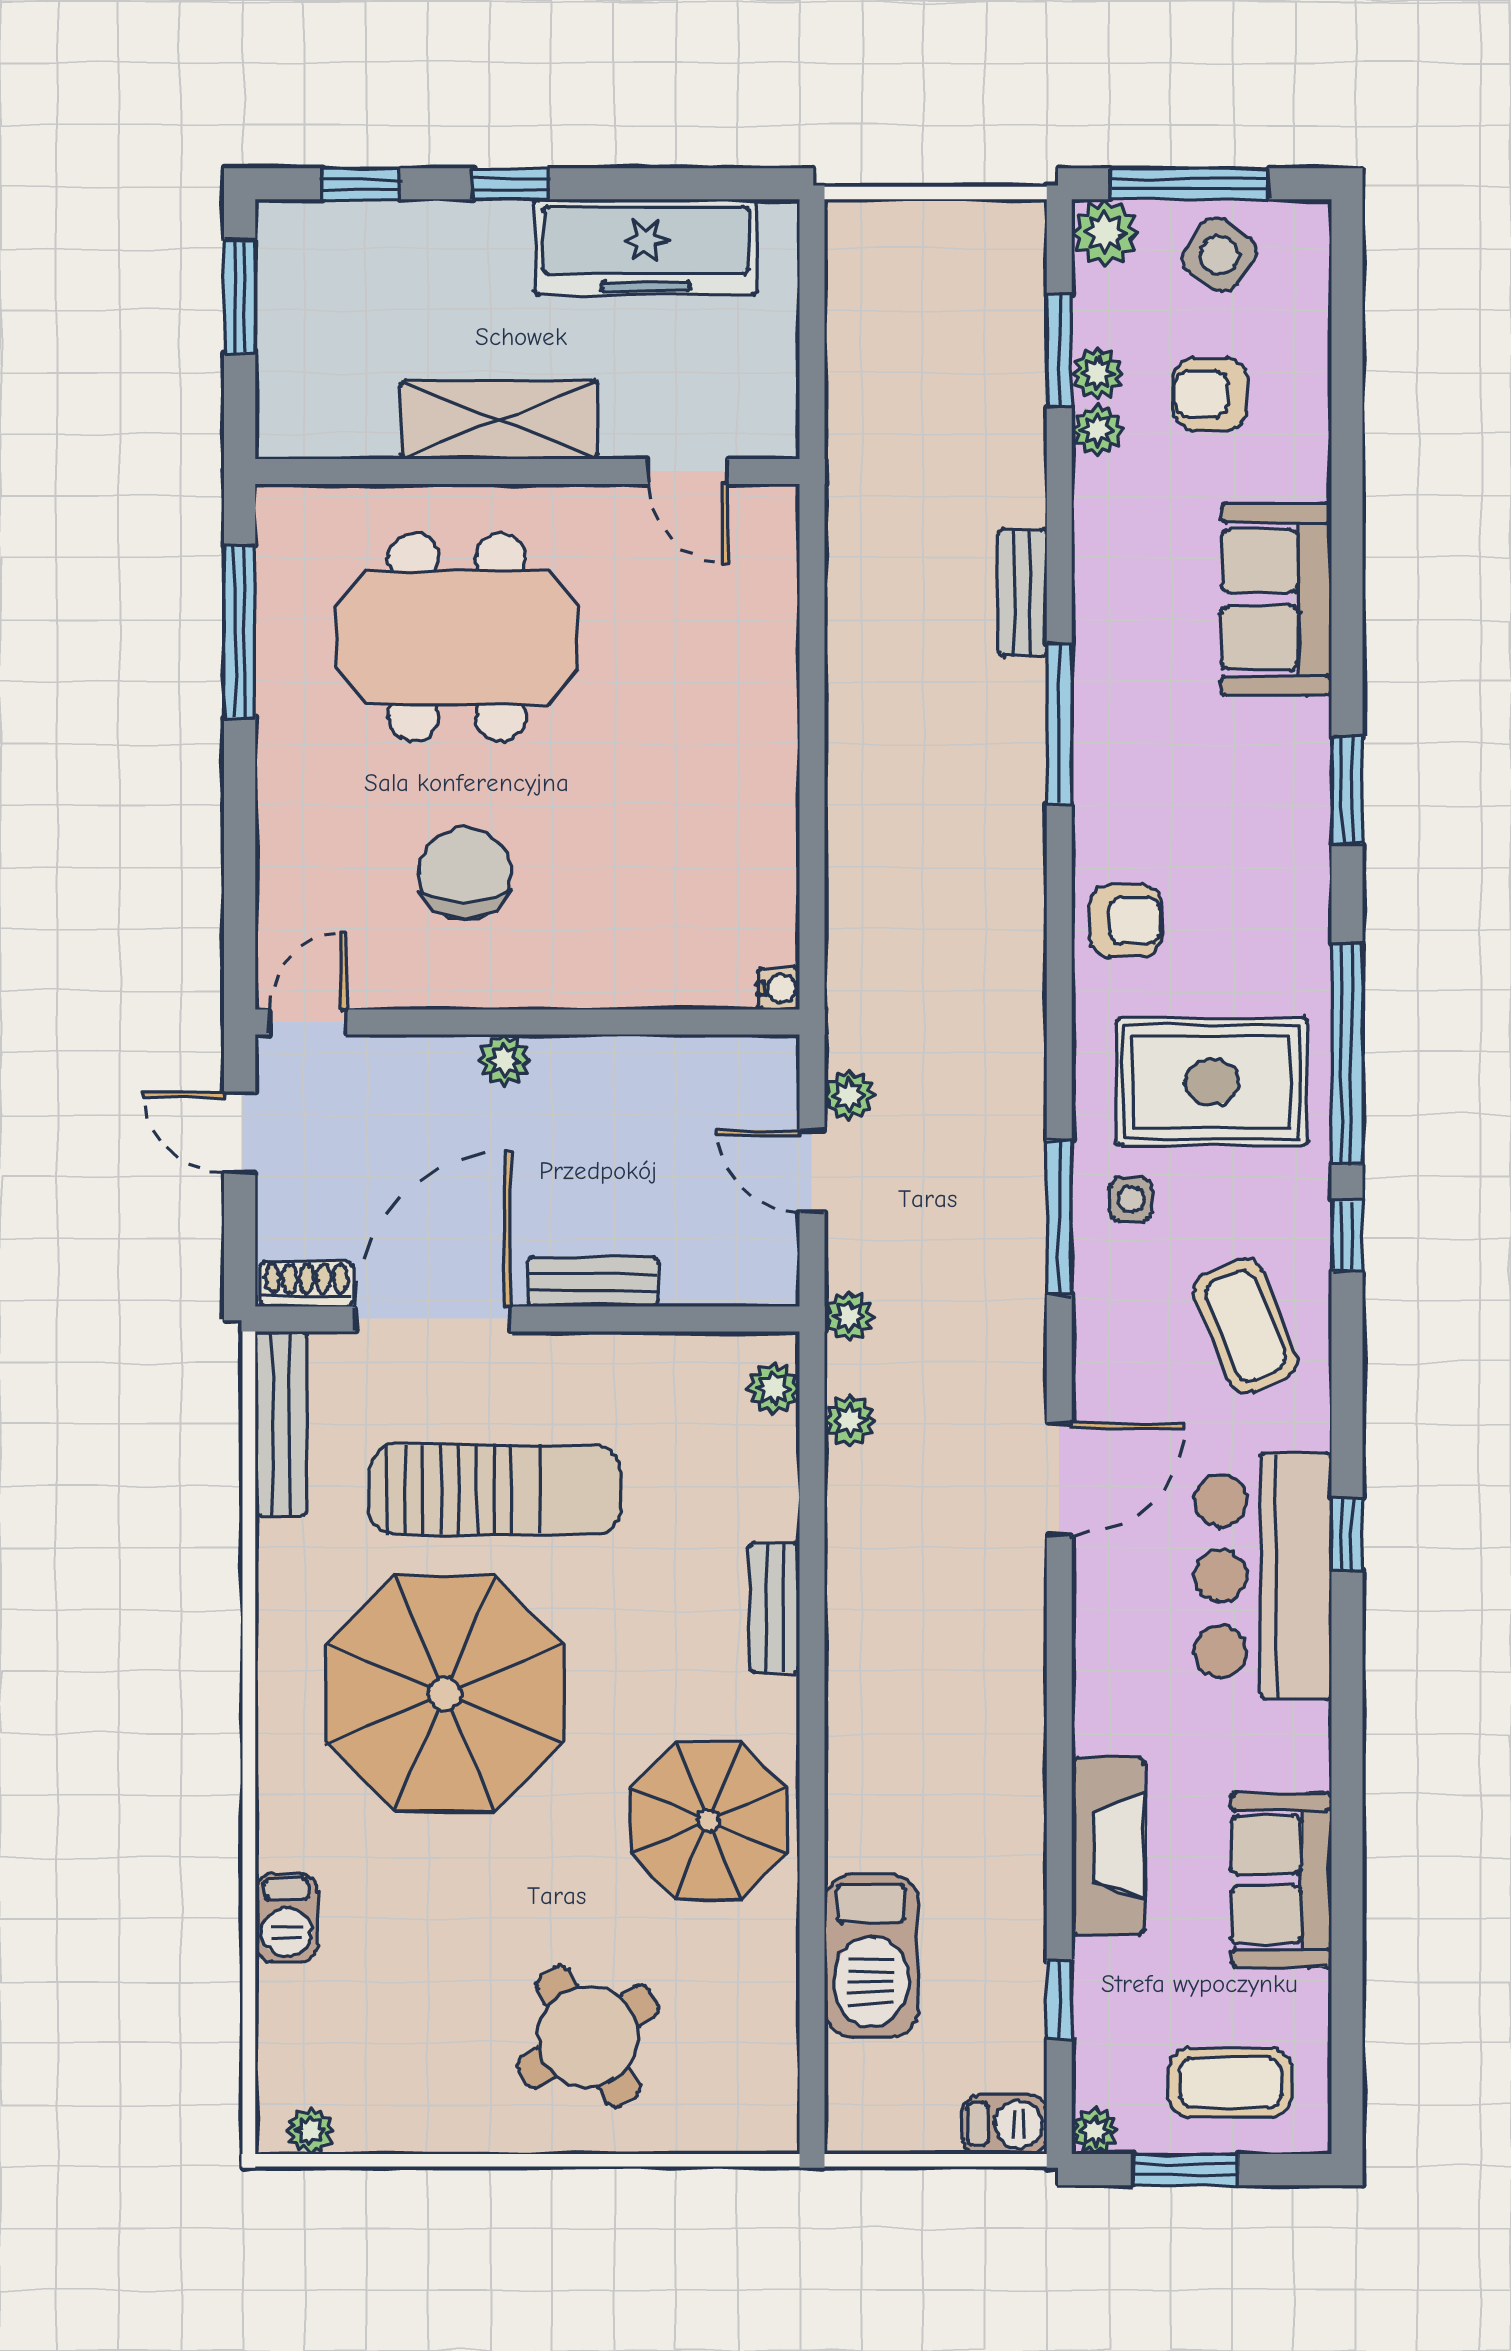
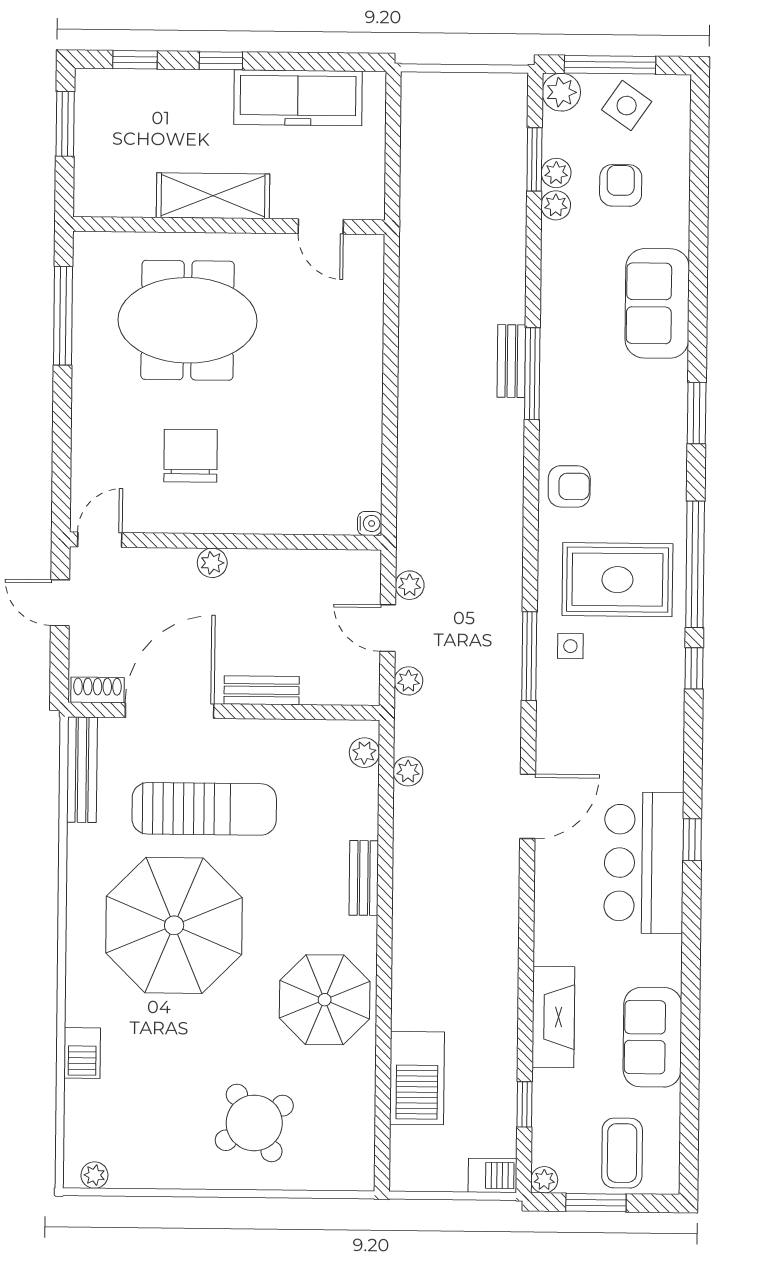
armchair: (1210, 394) -> (621, 185), turned 90
bench: (1023, 593) -> (511, 361), moved
plant: (849, 1316) -> (408, 681), moved
coffee table: (1246, 1326) -> (635, 720), removed
coffee table: (1230, 2083) -> (622, 1153), turned 90

